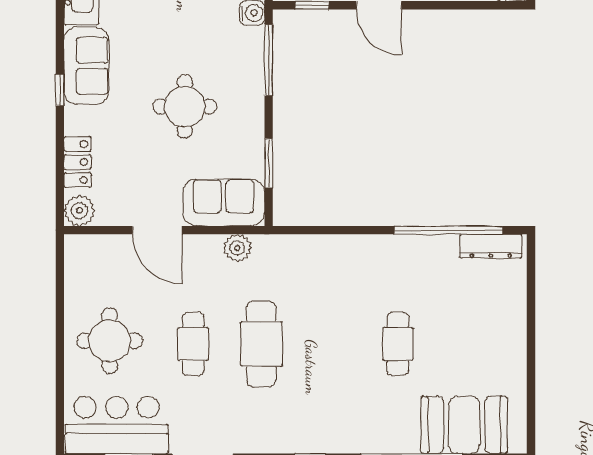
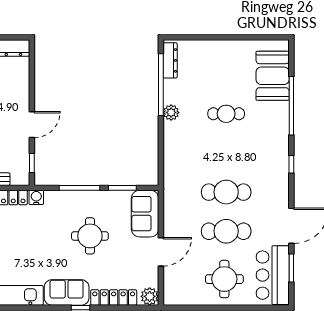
window: (269, 60) -> (79, 188), moved
locker: (77, 162) -> (114, 298), width x1.53
plant: (237, 248) -> (171, 112), moved
cafe table: (193, 344) -> (226, 231), width x1.37, depth x1.35

